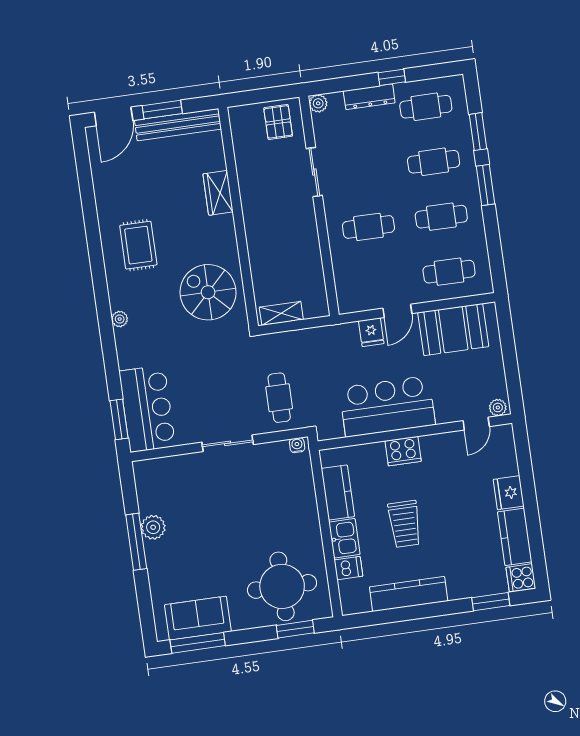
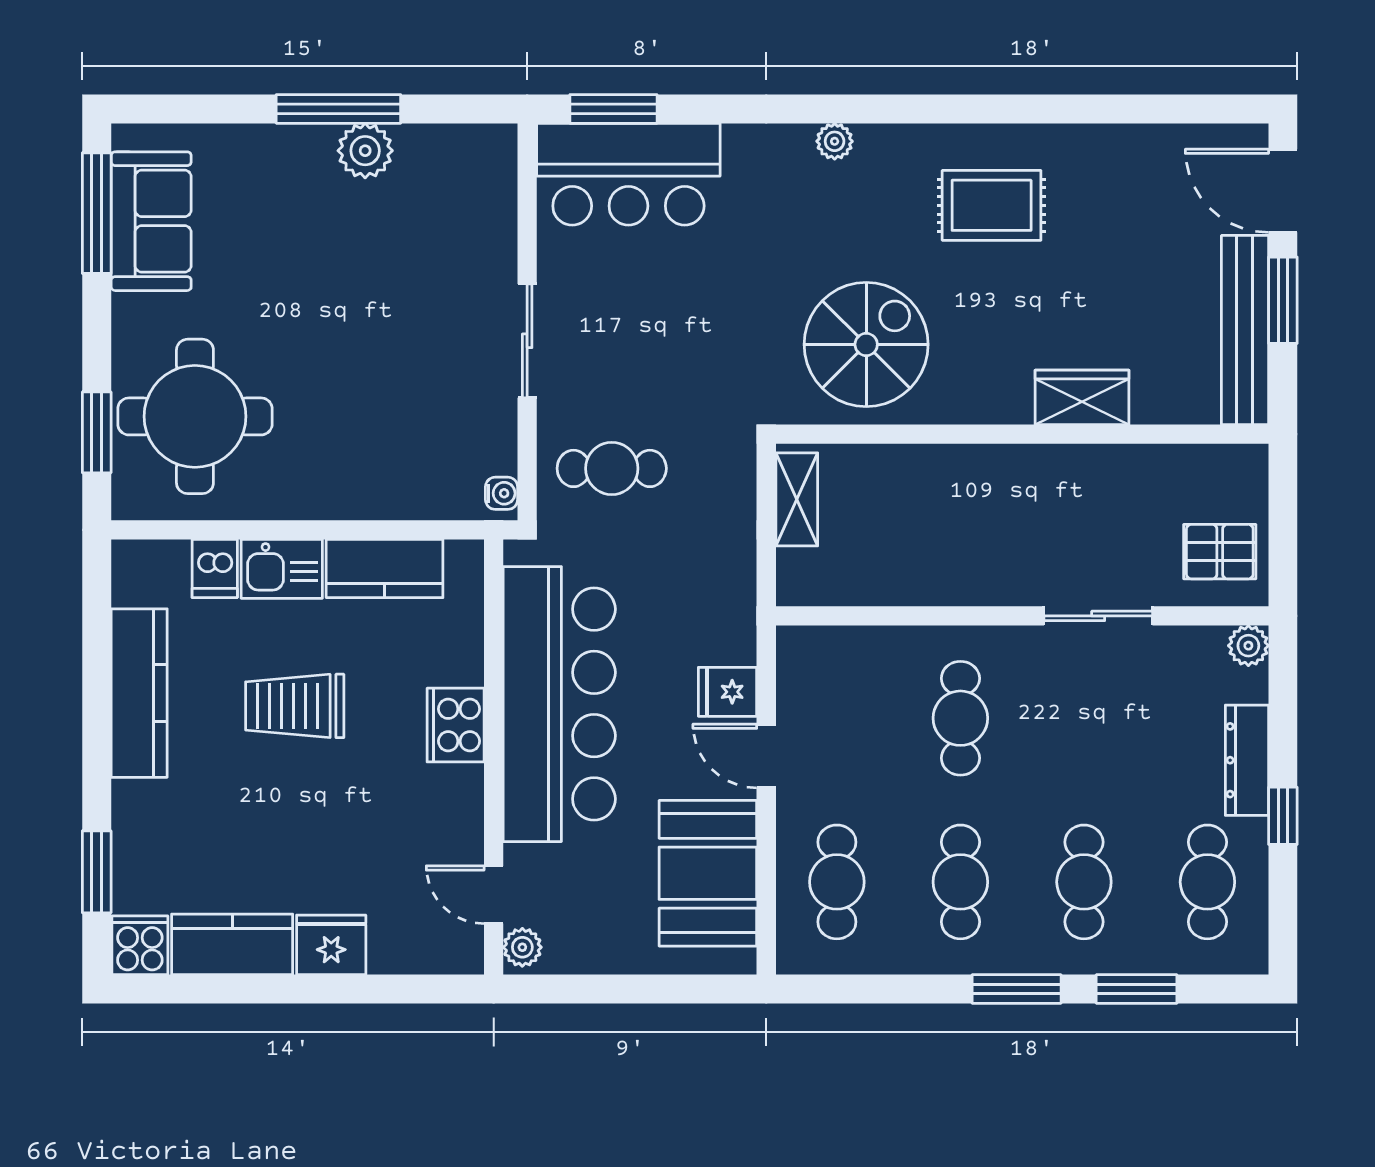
bar counter: (387, 406) -> (559, 704), width x1.36

